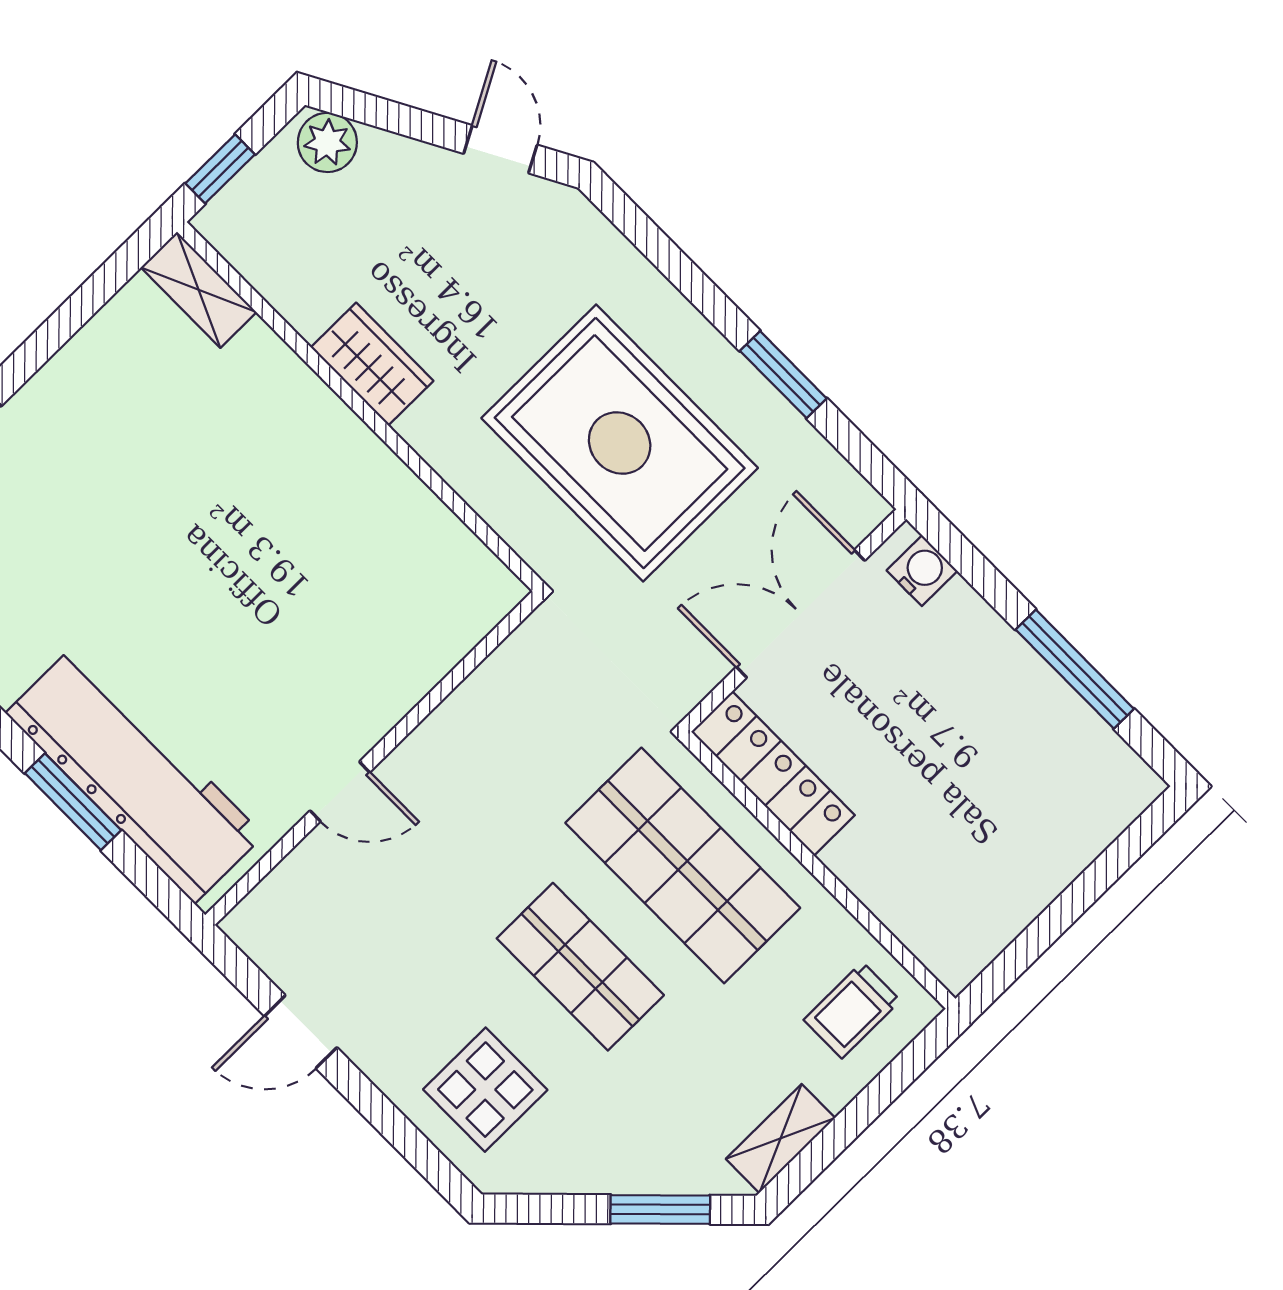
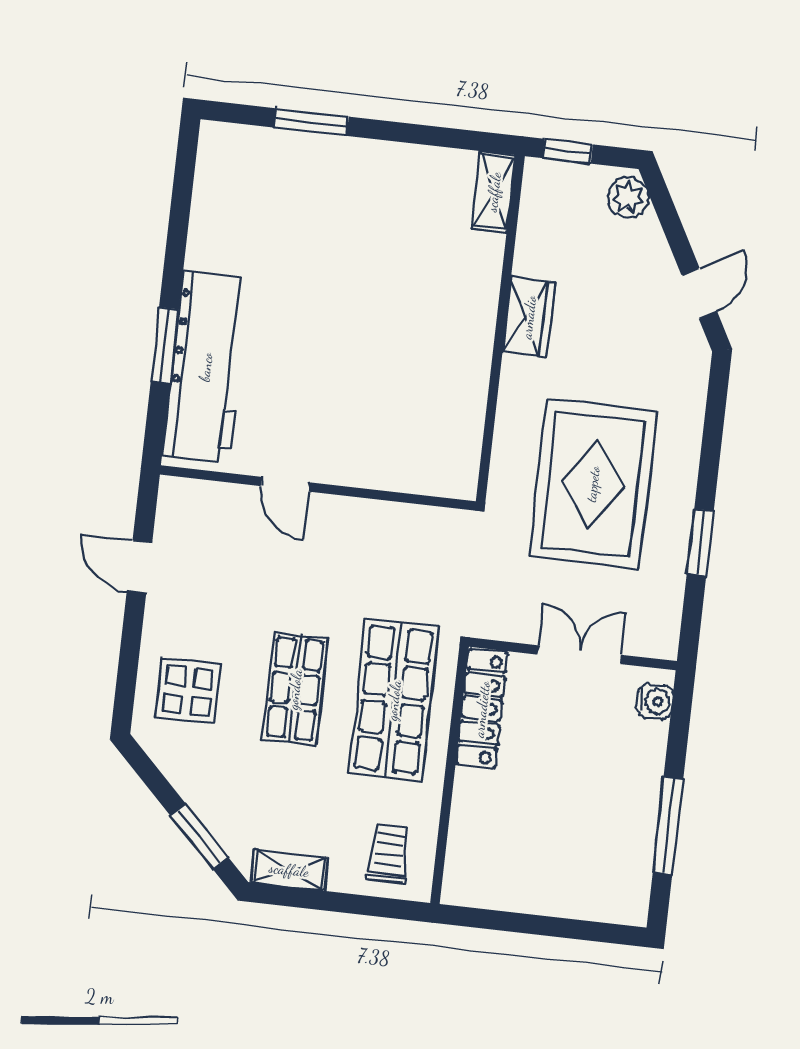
double door: (801, 614) -> (579, 655), width x0.73
trolley: (852, 1010) -> (389, 853), turned 90

